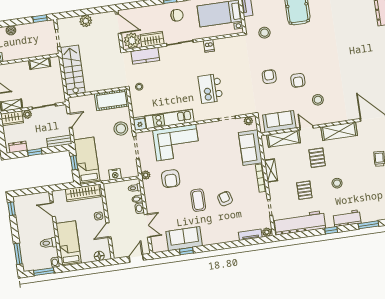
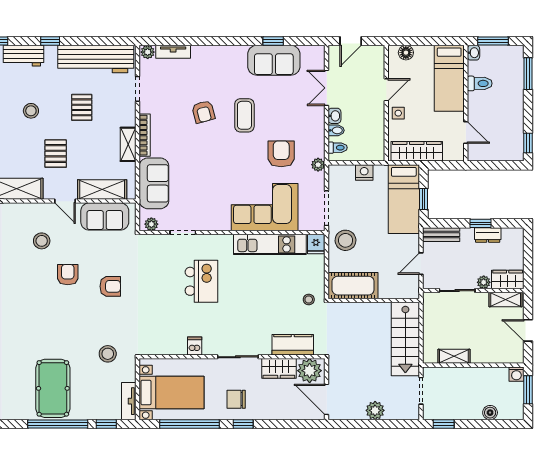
armchair: (269, 77) -> (110, 286), turned -90
dresser: (18, 147) -> (488, 235), moved

